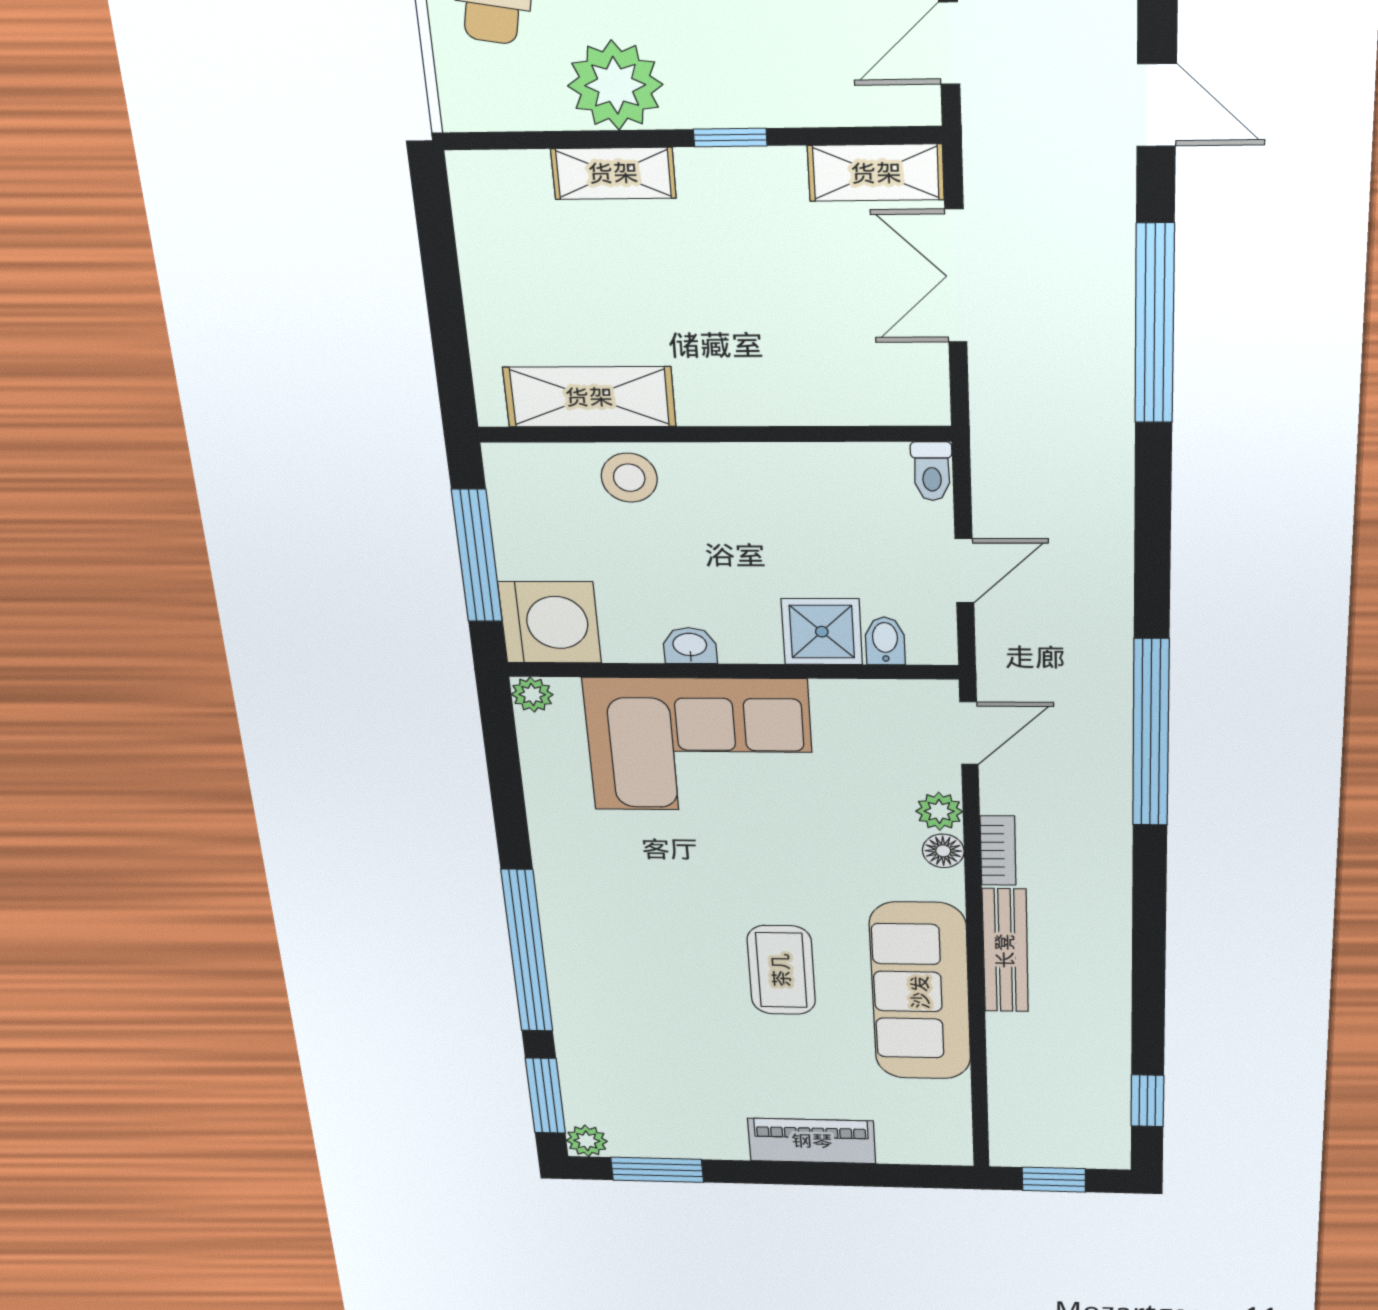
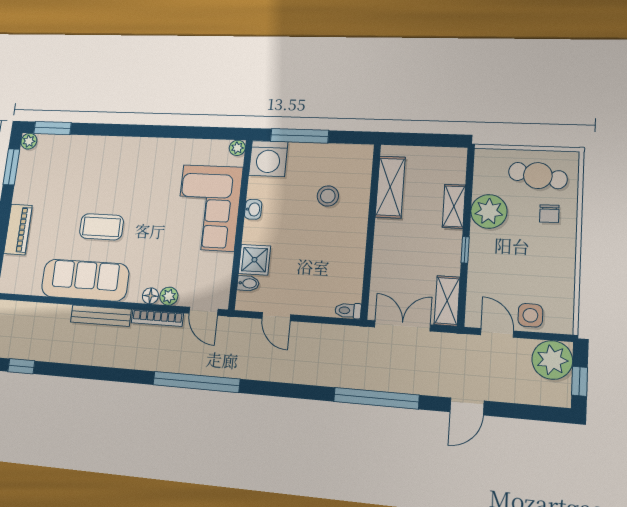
shelving: (589, 397) -> (390, 187), moved
wall: (713, 434) -> (371, 231), moved
toilet: (932, 471) -> (348, 311), moved
bookcase: (998, 851) -> (157, 318), width x1.56
window: (527, 951) -> (121, 130), removed

